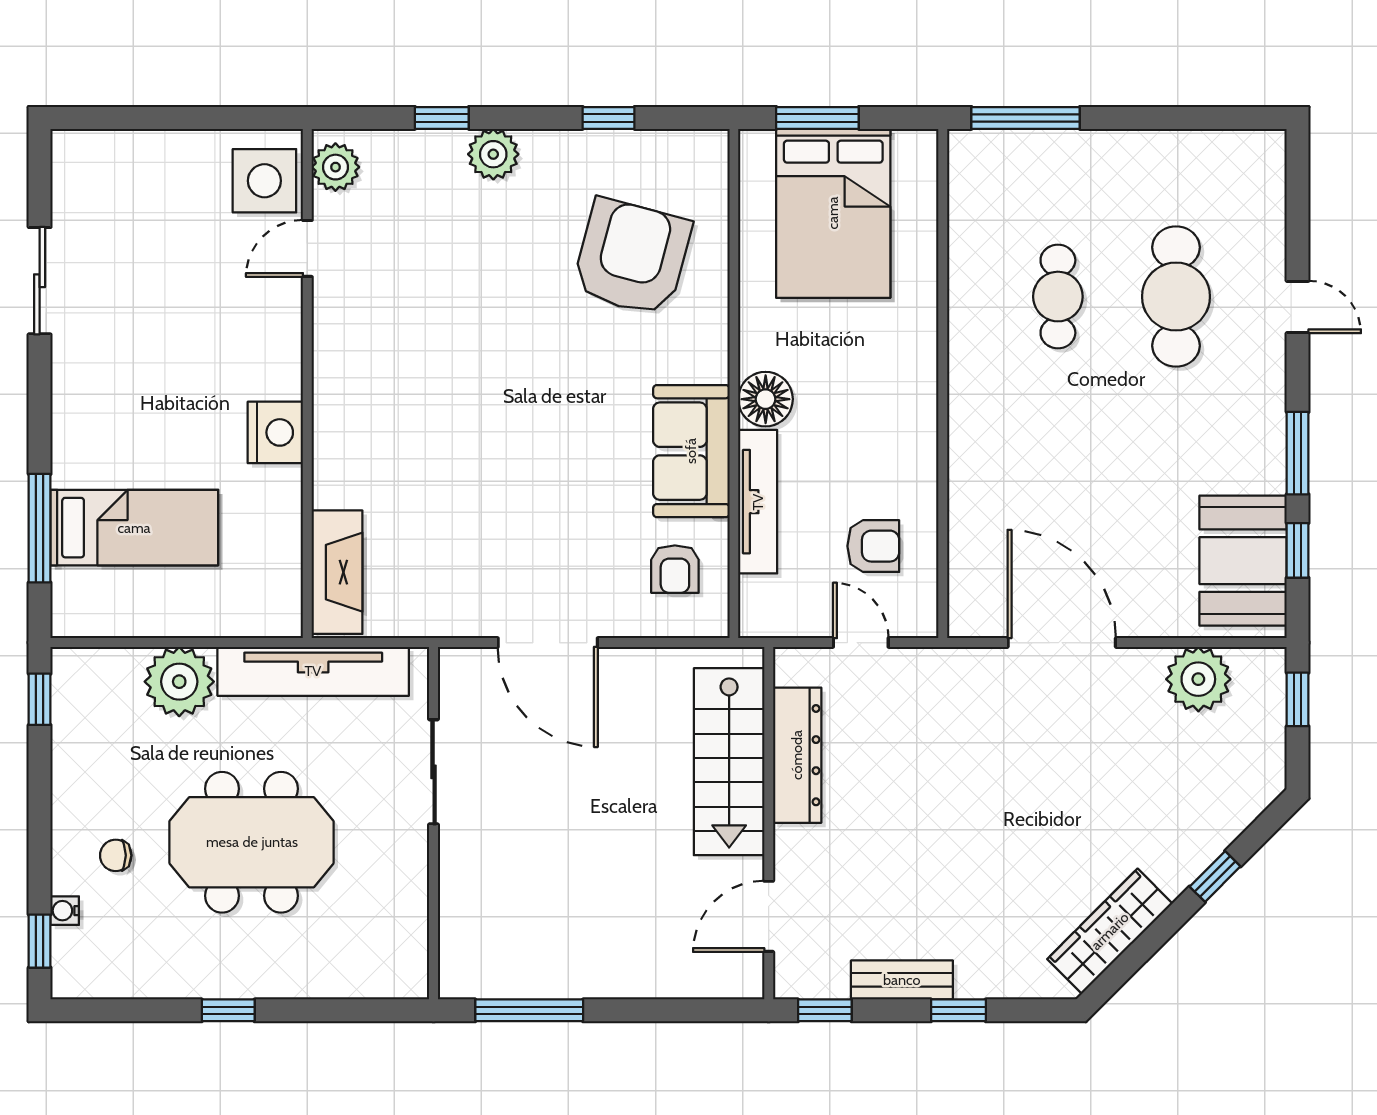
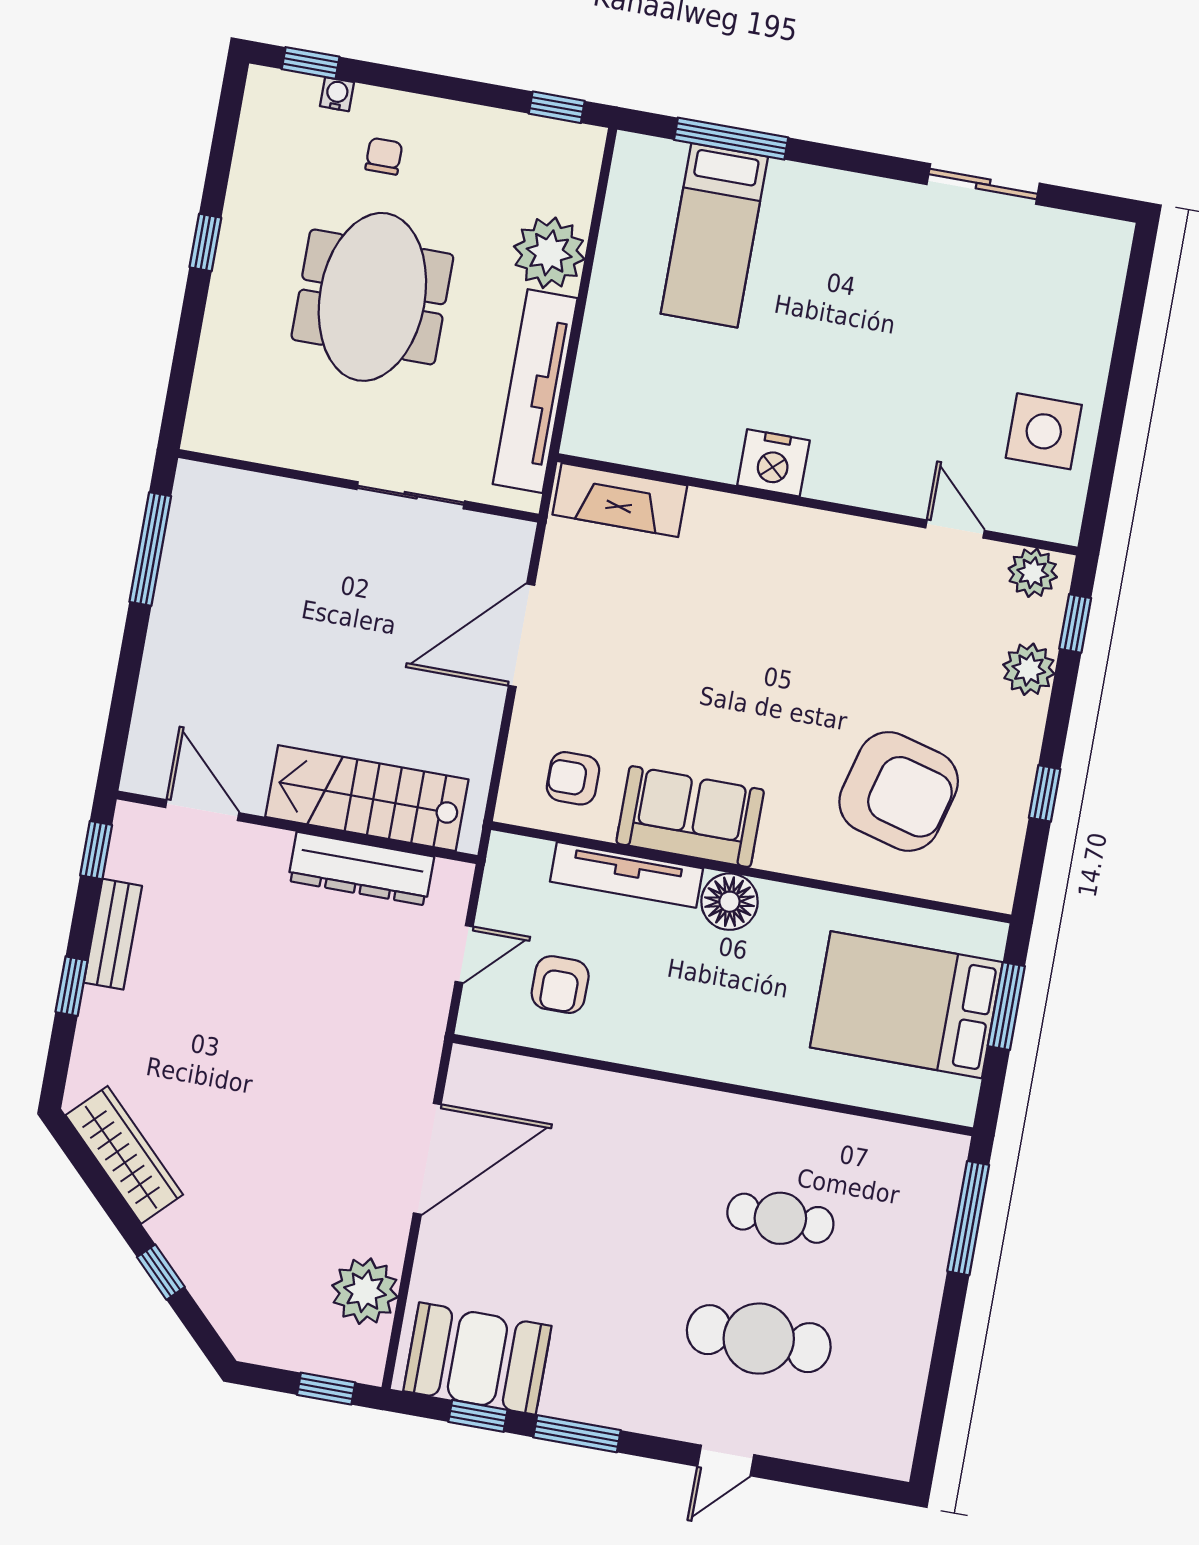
plant: (335, 167) -> (1033, 573), moved
door: (307, 248) -> (955, 529), moved
wall: (307, 384) -> (817, 504), moved
nightstand: (275, 432) -> (773, 463), moved
fireplace: (337, 572) -> (620, 500), moved

